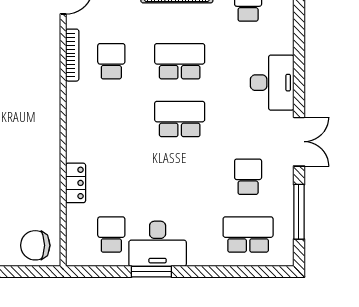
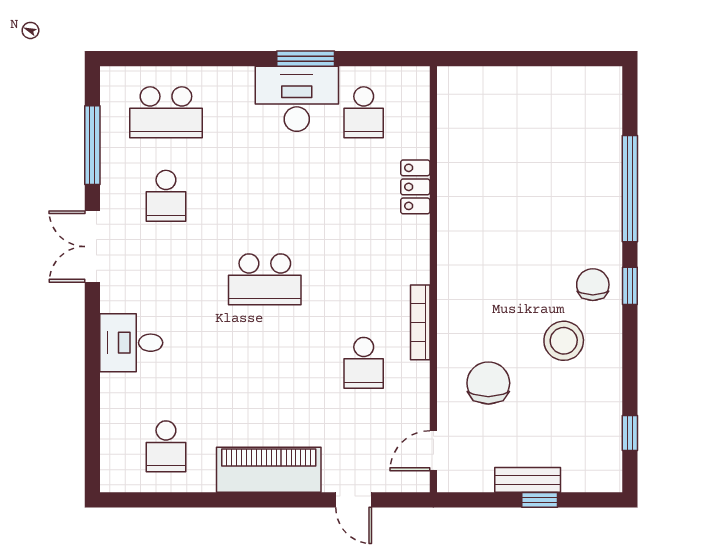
bookcase: (72, 55) -> (420, 322), moved
school desk: (180, 61) -> (265, 363), removed
desk: (272, 83) -> (131, 343), width x0.73
chair: (35, 245) -> (488, 383), moved, turned -90

